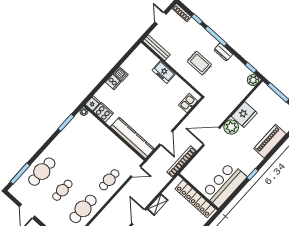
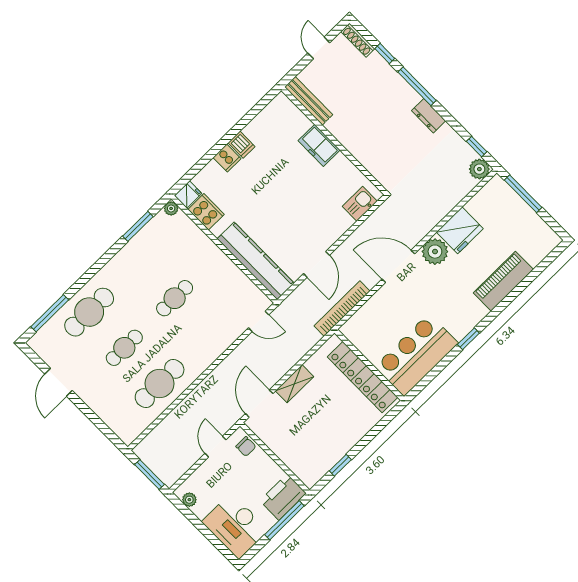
rug: (199, 63) -> (384, 133), removed
cafe table: (109, 180) -> (175, 298), moved

